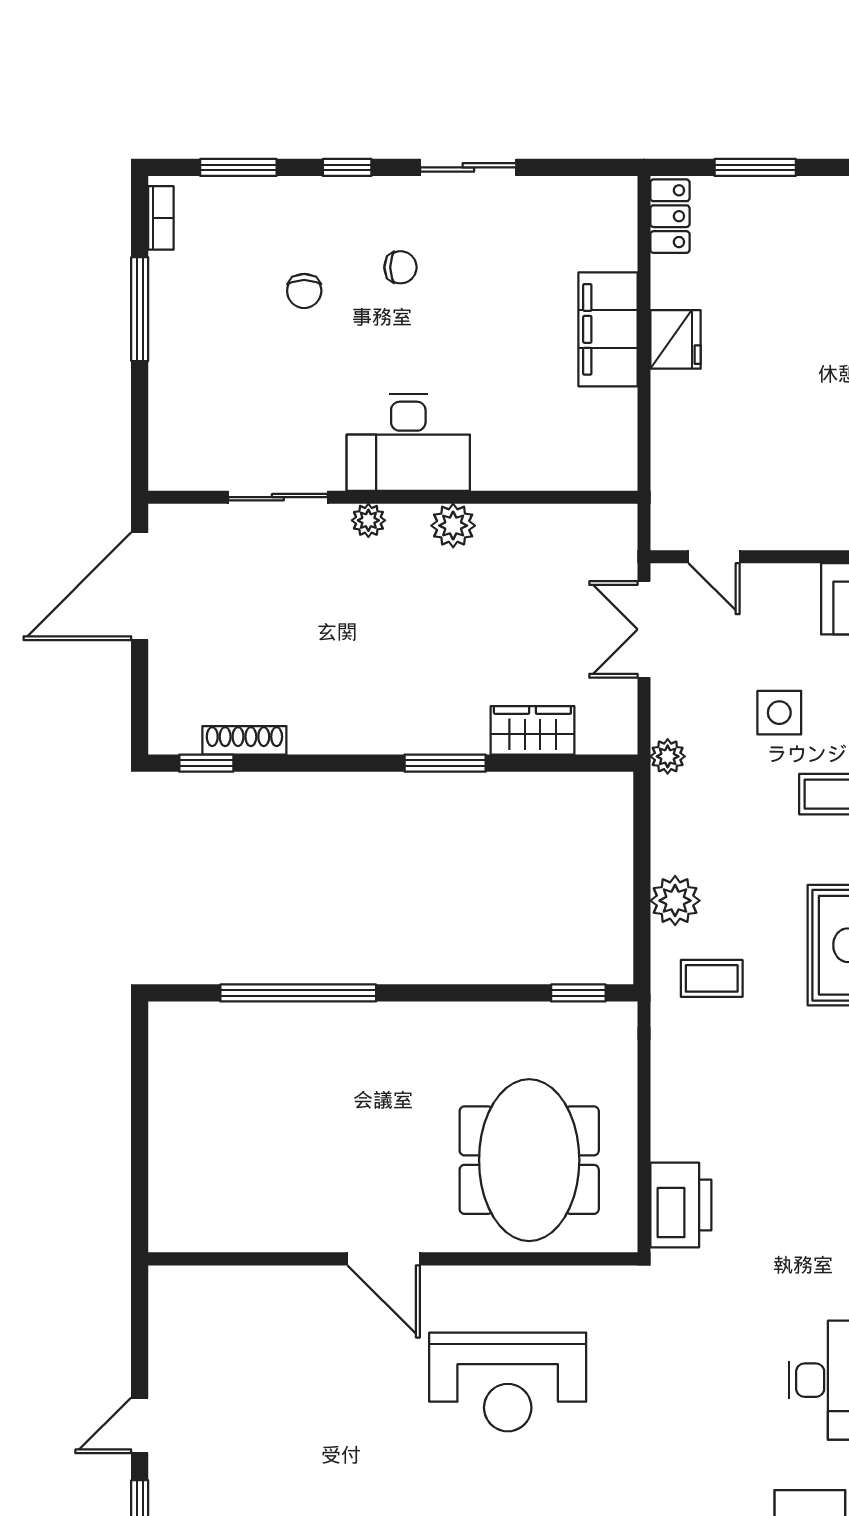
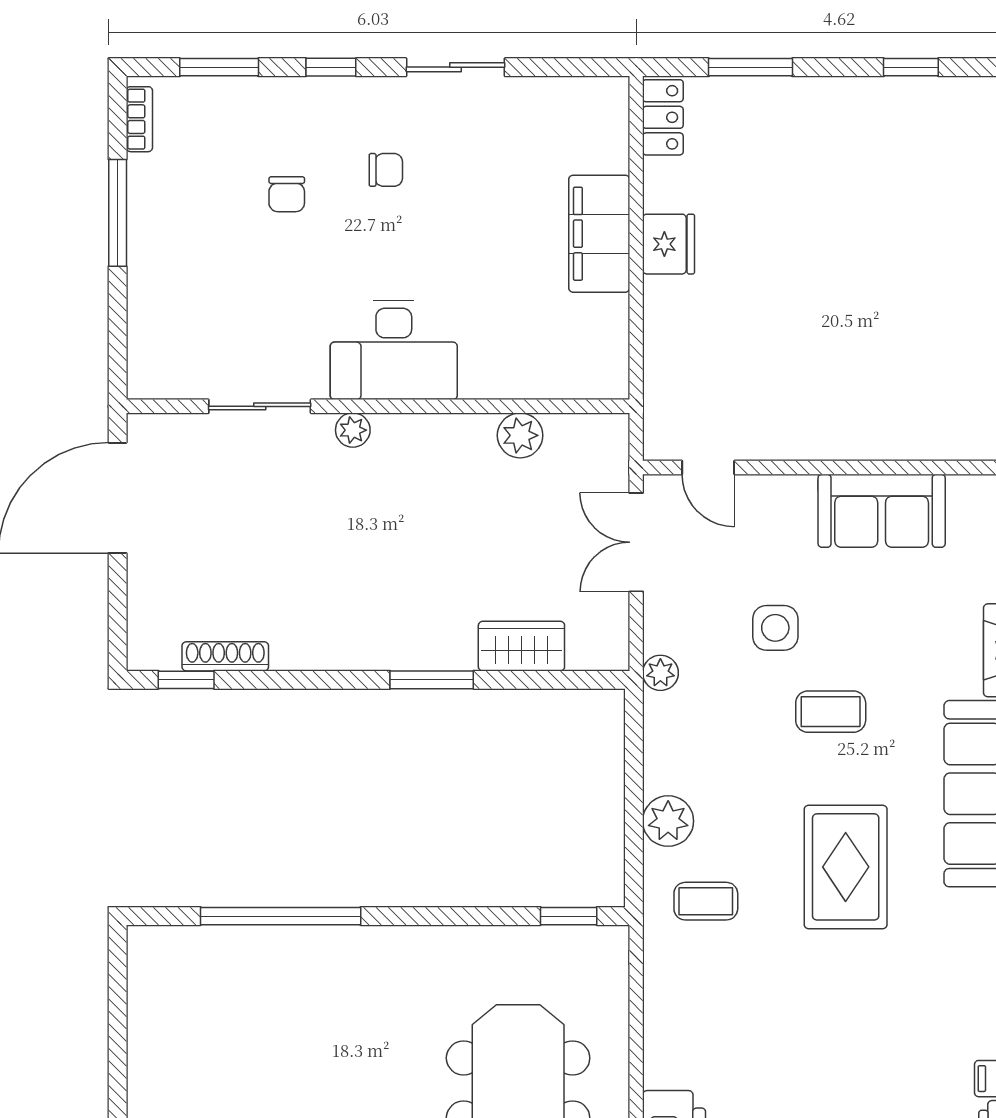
plant: (453, 526) -> (520, 435), moved

